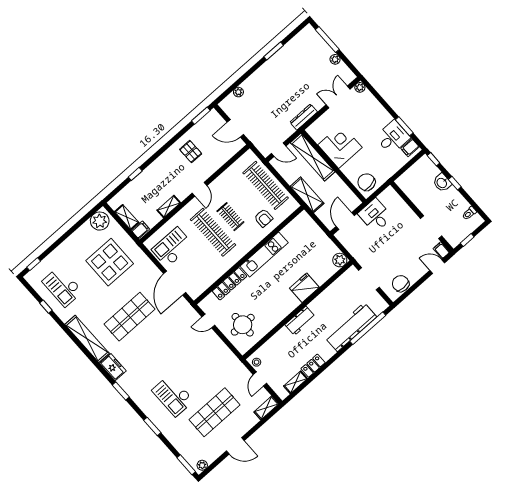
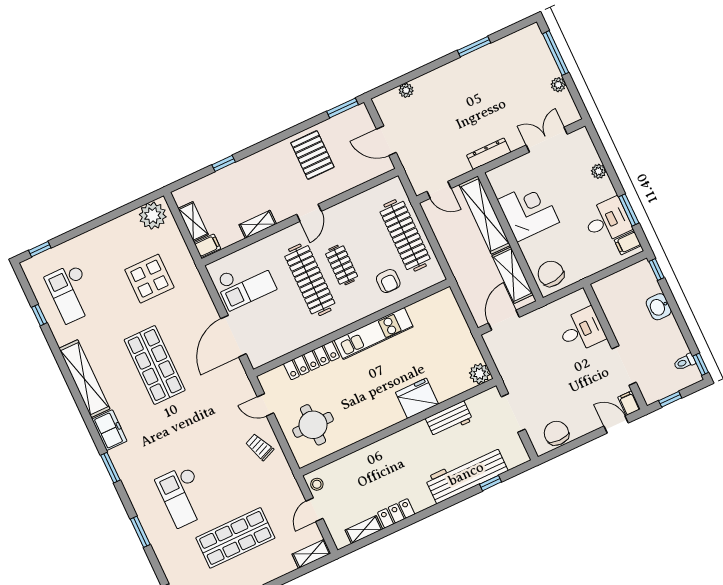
plant: (360, 87) -> (599, 171), moved
pallet: (191, 152) -> (312, 155), width x1.50, depth x1.42
window: (455, 183) -> (701, 364), moved
shelving: (307, 195) -> (513, 275), moved
desk: (375, 215) -> (581, 330), moved, turned 90
checkout: (172, 247) -> (246, 284), turned 180
display table: (110, 262) -> (149, 279), width x0.73, depth x0.73
shop shelf: (130, 317) -> (155, 365), turned 90
workbench: (300, 321) -> (449, 419), moved
window: (368, 328) -> (490, 483), width x0.32
trolley: (213, 349) -> (259, 447), added

